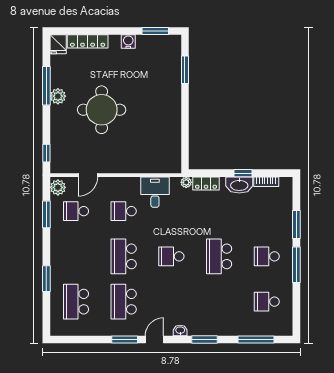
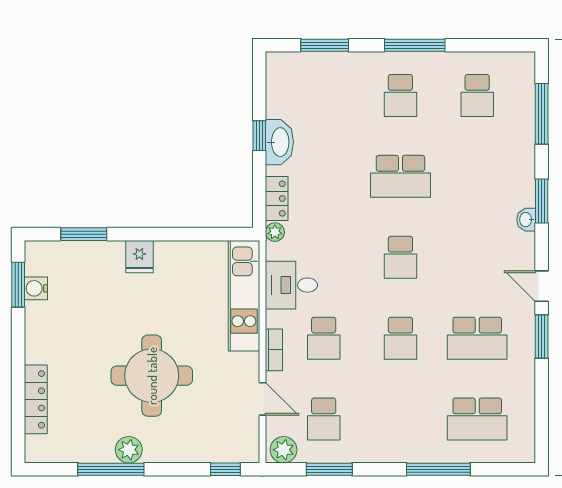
water cooler: (128, 41) -> (36, 288), moved
fridge: (58, 44) -> (139, 257), moved, turned 90
kitchen unit: (149, 164) -> (244, 296), added
bookcase: (266, 182) -> (274, 350), moved
window: (296, 224) -> (325, 45), moved
school desk: (124, 256) -> (400, 338), width x0.54
window: (46, 279) -> (438, 469), width x1.44
washbasin: (180, 330) -> (526, 220), moved

